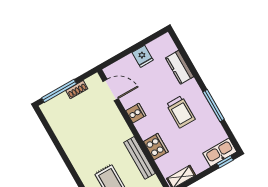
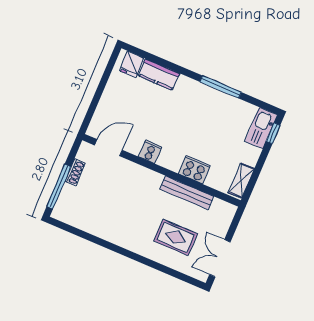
fridge: (143, 56) -> (132, 64), moved, turned 90
trolley: (181, 112) -> (193, 117), removed

